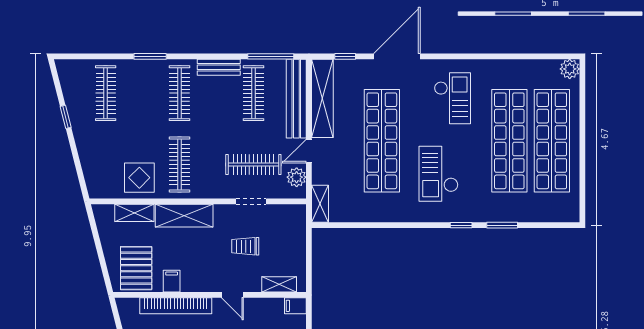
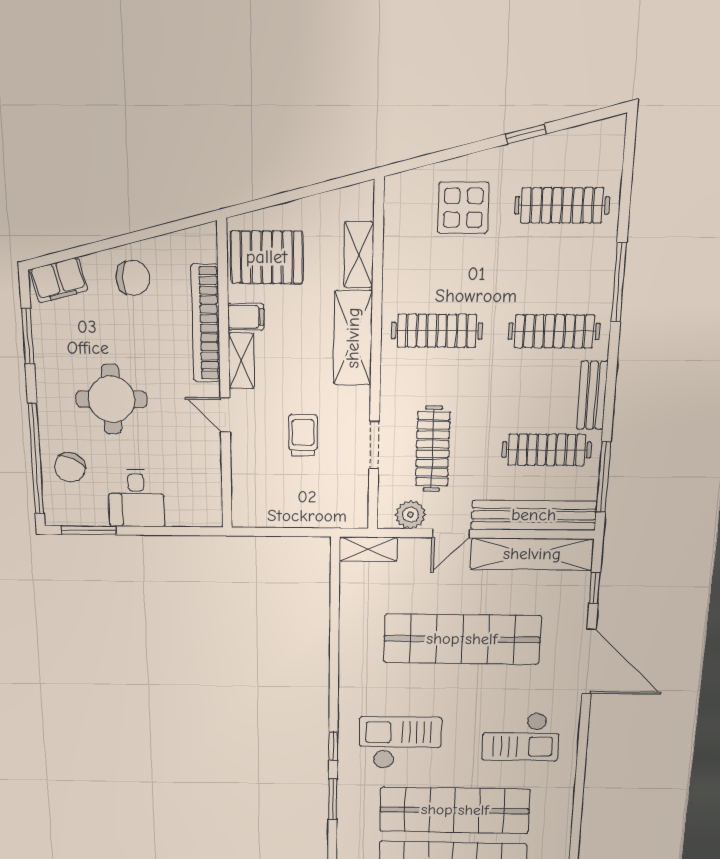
window: (150, 56) -> (619, 282), width x1.44
door: (309, 151) -> (451, 533), swing flipped
checkout: (438, 174) -> (400, 743), moved
display table: (139, 178) -> (463, 208), moved
shelving: (279, 284) -> (241, 361), moved
door: (232, 295) -> (225, 415), hinge flipped
filing cabinet: (295, 306) -> (210, 511), removed

